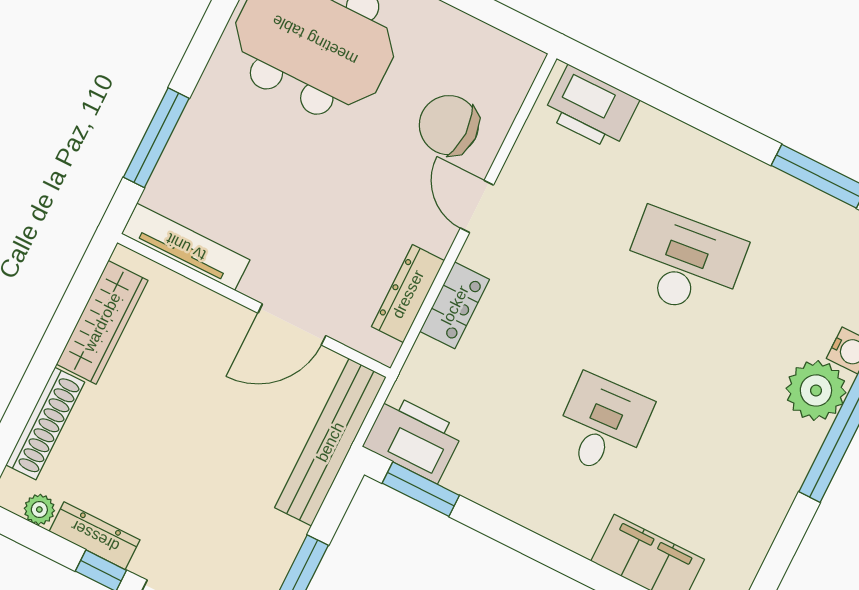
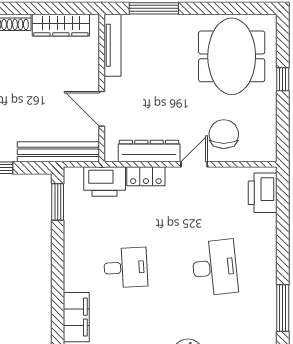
dresser: (408, 294) -> (149, 151), width x1.37, depth x1.24
printer: (413, 438) -> (105, 182), moved, turned 90

